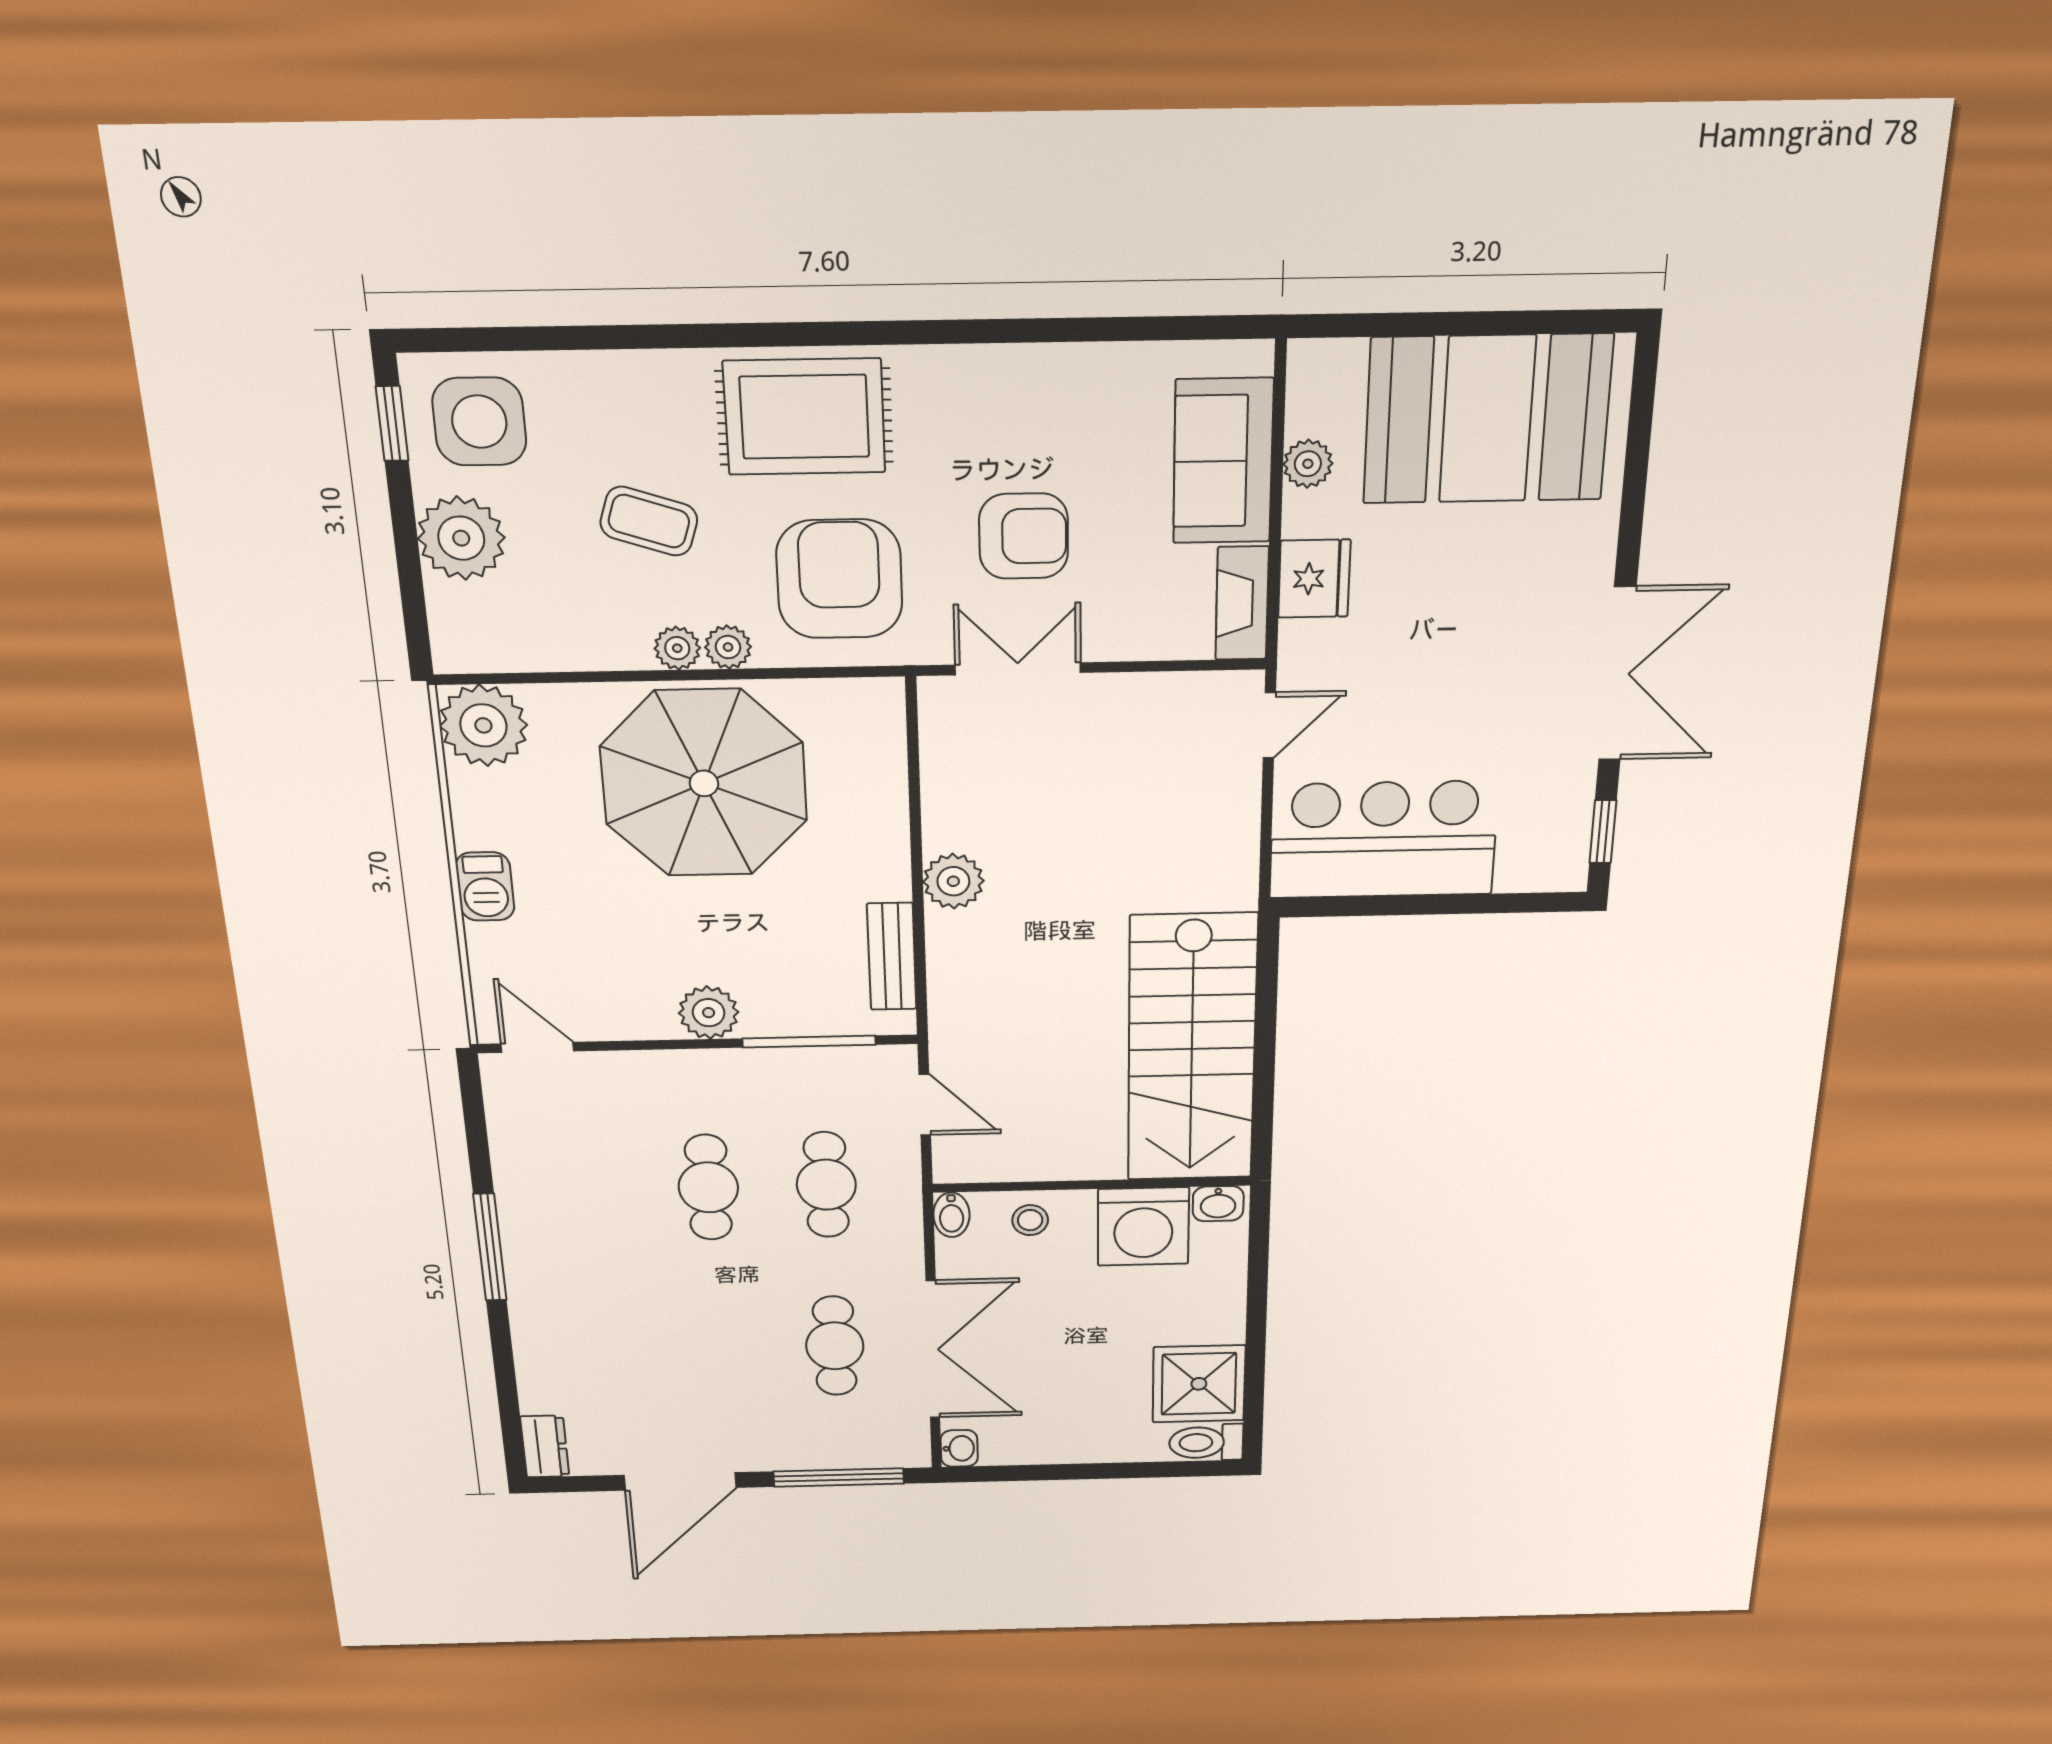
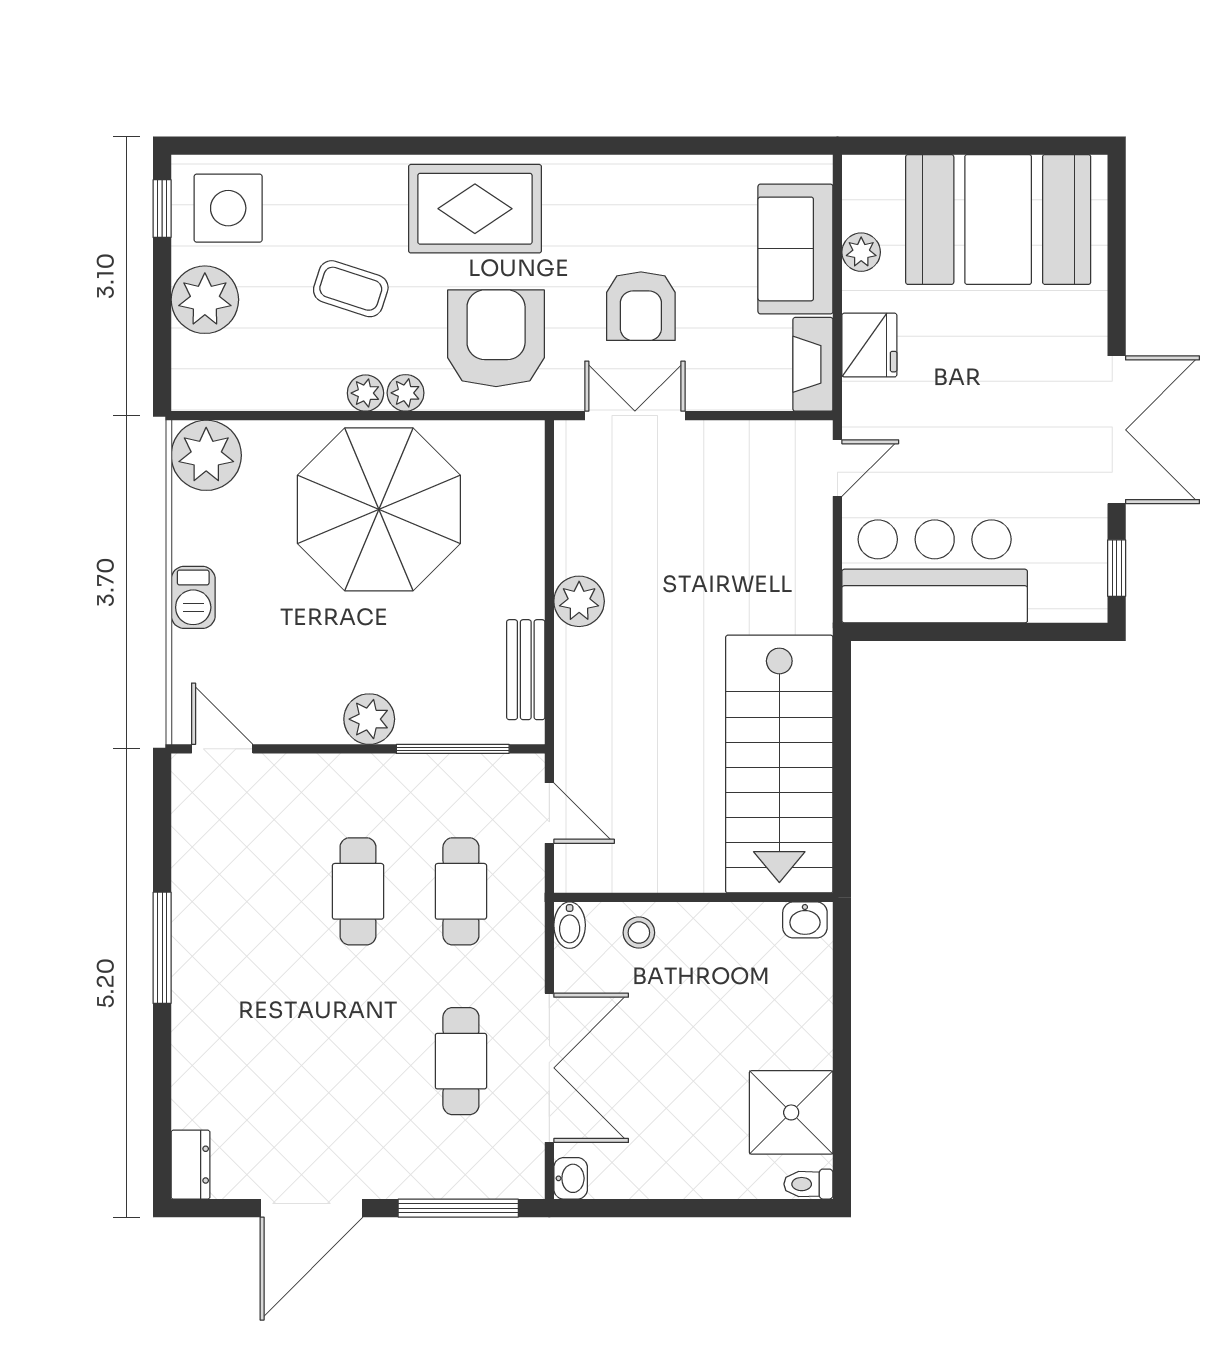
armchair: (1024, 536) -> (641, 306), turned 90
washing machine: (1143, 1227) -> (739, 942), removed
toilet: (1206, 1442) -> (808, 1184), width x0.73, depth x0.72

